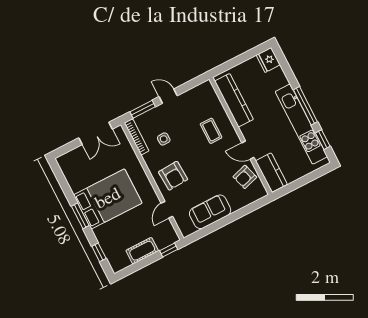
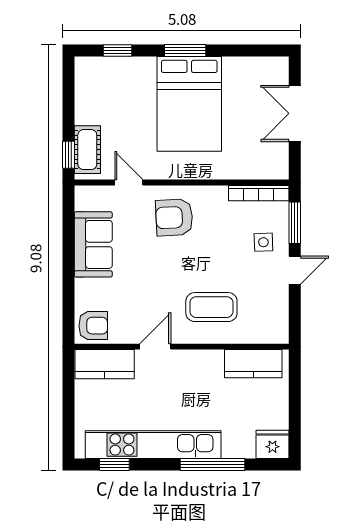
kitchen counter: (234, 100) -> (253, 364), width x0.67
window: (305, 106) -> (213, 464), moved
coffee table: (211, 131) -> (211, 307), width x1.36, depth x1.30
double door: (95, 133) -> (295, 113), moved
side table: (164, 139) -> (263, 242), moved
armchair: (245, 177) -> (93, 326), moved, turned 107
cot: (142, 251) -> (87, 150), moved

